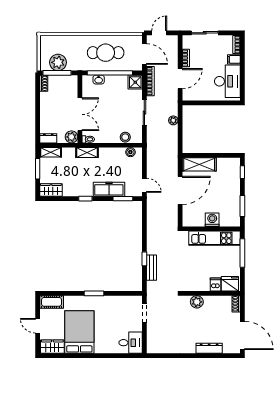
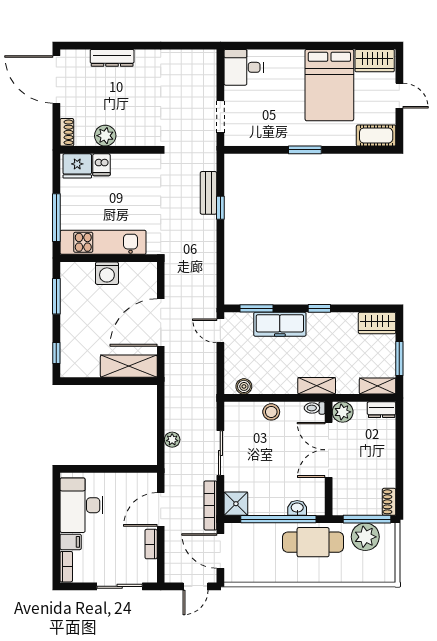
cafe table: (106, 53) -> (313, 542), moved
stool: (125, 137) -> (271, 412), moved
plant: (197, 302) -> (105, 136), moved

